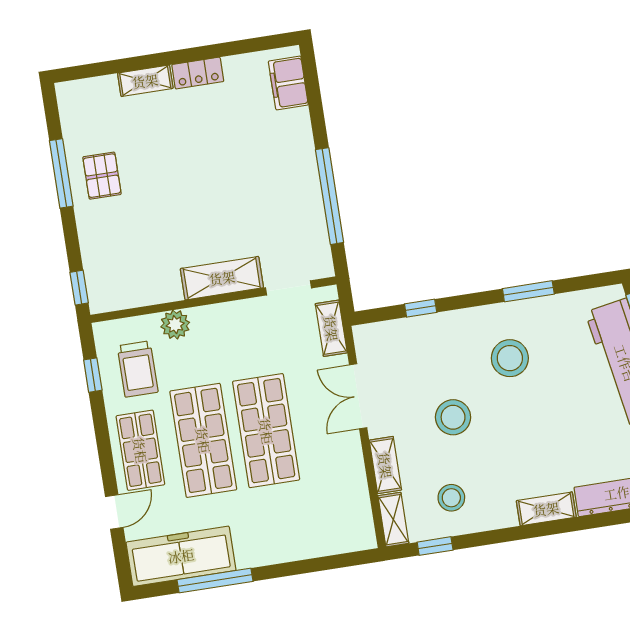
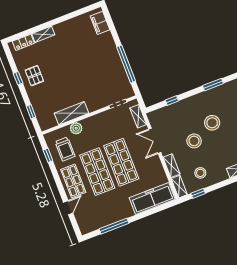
locker: (198, 73) -> (23, 42), moved
window: (61, 173) -> (18, 78), width x0.46
shelving: (222, 278) -> (72, 113), moved
window: (79, 288) -> (31, 112), moved
stool: (510, 358) -> (212, 123), moved
freezer: (181, 556) -> (152, 199), moved

